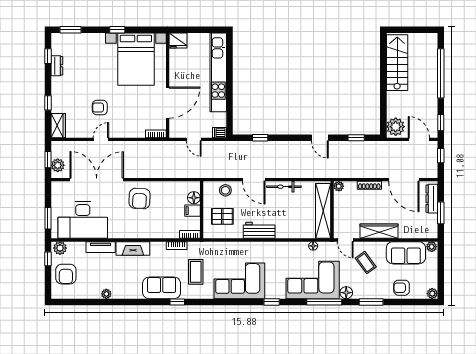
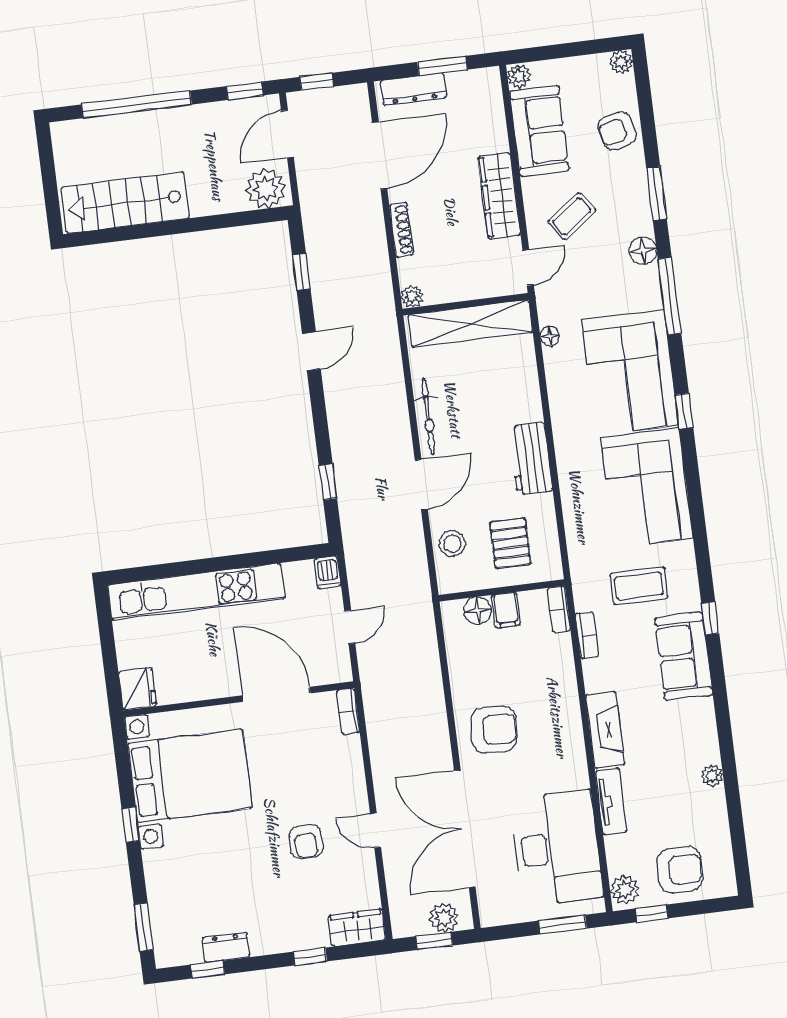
corner sofa: (313, 280) -> (630, 373), moved
armchair: (402, 288) -> (617, 131), turned 76

